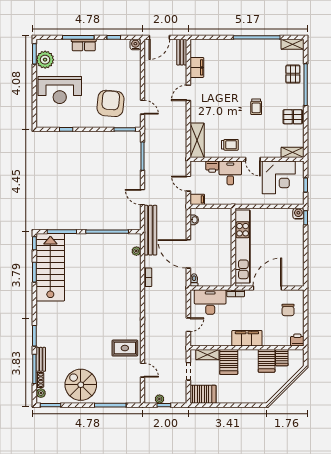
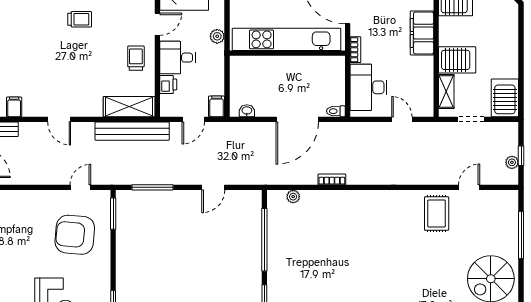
filing cabinet: (197, 67) -> (14, 107), width x0.50
plant: (245, 200) -> (217, 36), added
bench: (150, 230) -> (132, 131), moved

